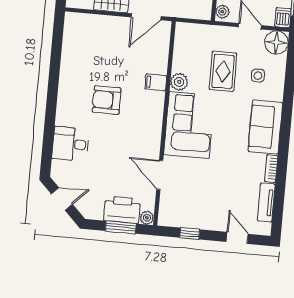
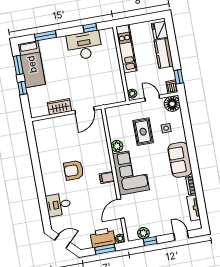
filing cabinet: (156, 82) -> (107, 178), moved
door: (160, 175) -> (121, 209), hinge flipped
plant: (183, 219) -> (143, 233), added

